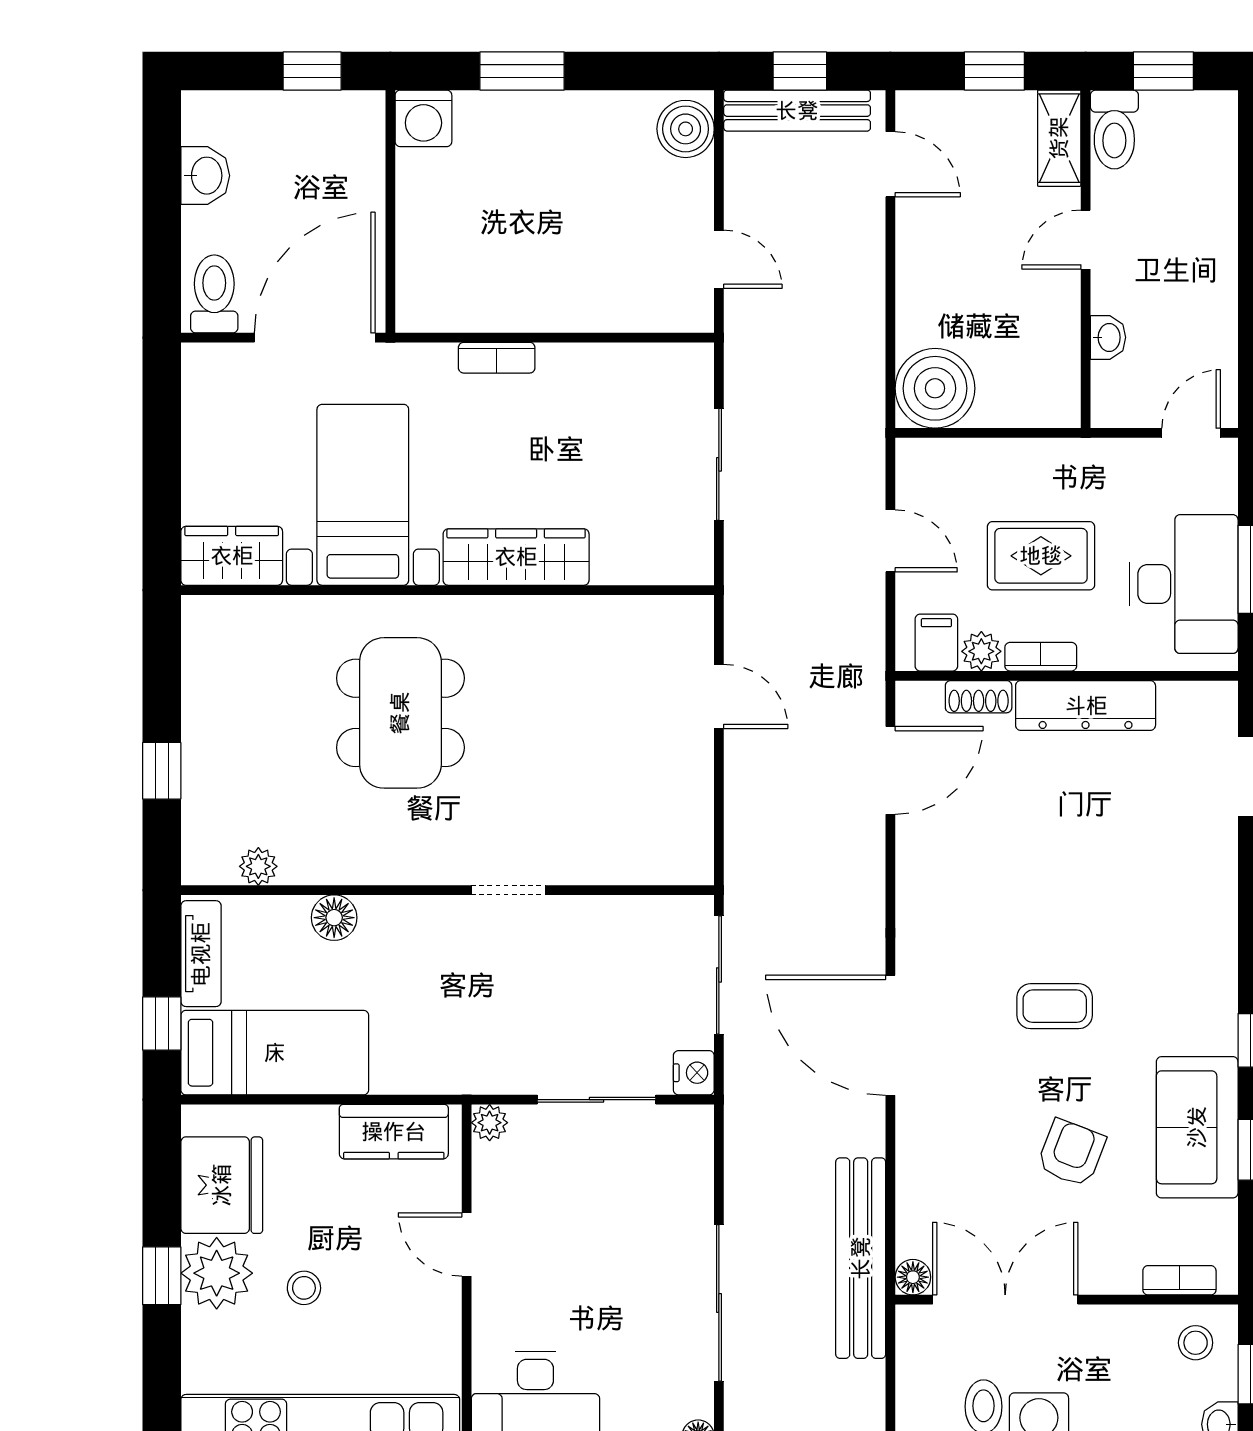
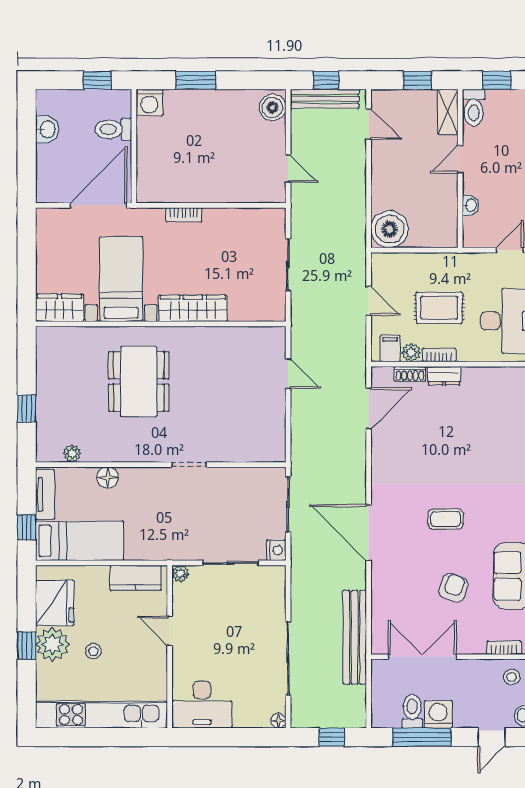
toilet: (214, 294) -> (113, 129), moved, turned -90
dresser: (1086, 706) -> (444, 376), width x0.51, depth x0.80
floor lamp: (913, 1277) -> (379, 646), removed

